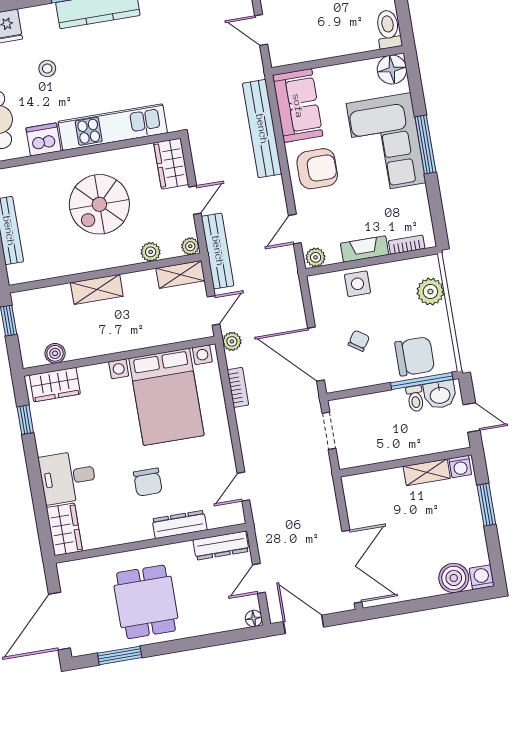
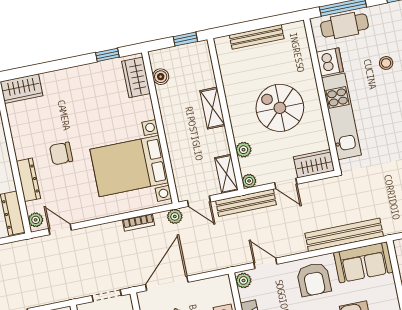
desk: (68, 477) -> (63, 90), removed
plant: (230, 517) -> (36, 220), added

